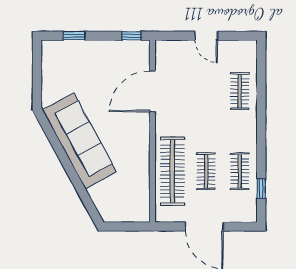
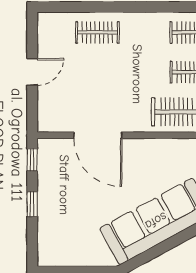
window: (74, 36) -> (32, 204), moved

